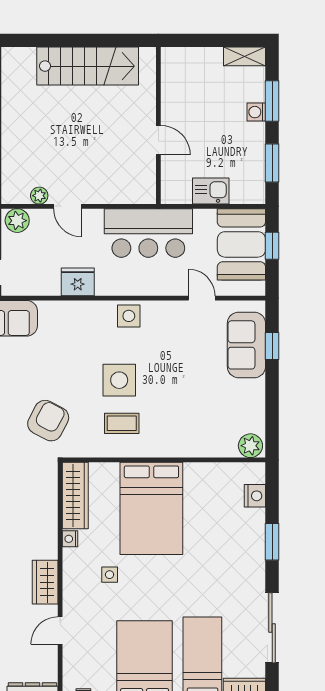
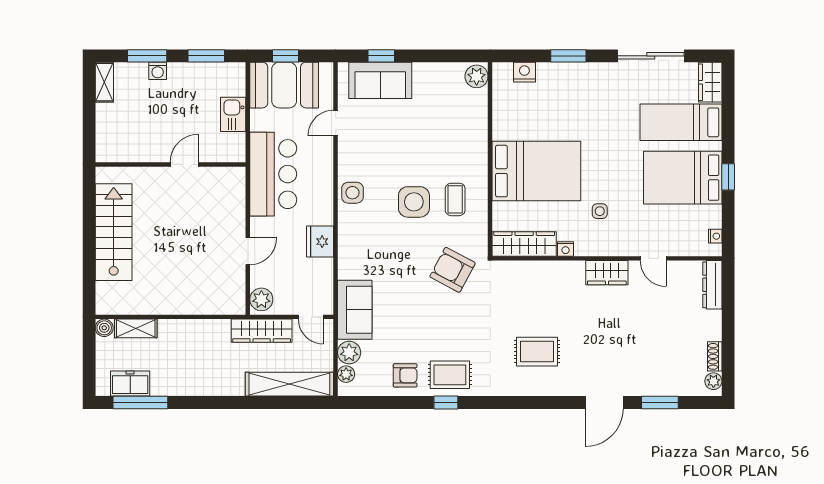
plant: (39, 196) -> (237, 278), removed

